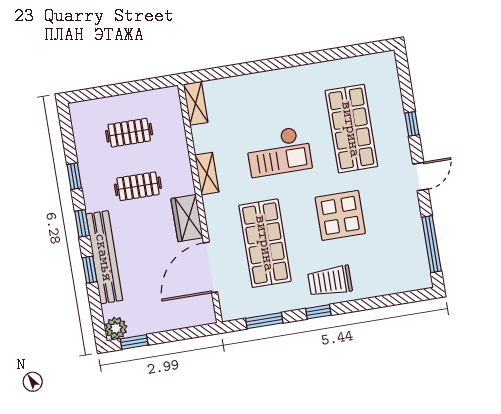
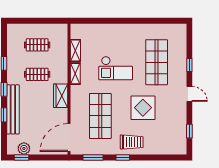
shelving: (196, 103) -> (75, 51), moved
door: (421, 177) -> (189, 94), hinge flipped
window: (432, 244) -> (189, 131), width x0.46
door: (210, 267) -> (69, 137), moved
trolley: (330, 281) -> (132, 142), turned 180
plant: (116, 328) -> (24, 148), moved

